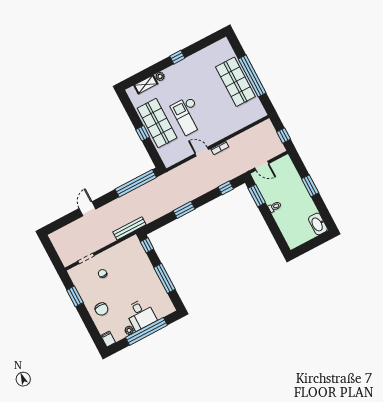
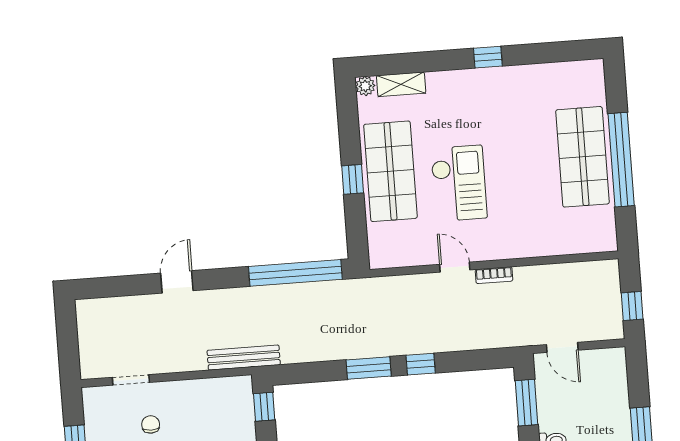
plant: (160, 76) -> (365, 86), moved
checkout: (188, 116) -> (459, 183), turned 180
window: (226, 188) -> (421, 364), moved

